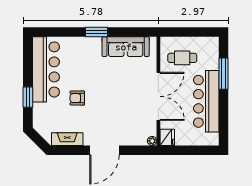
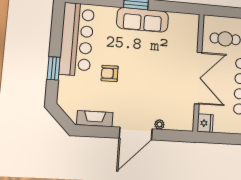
sofa: (126, 47) -> (143, 20), moved
plant: (152, 141) -> (159, 124), moved

